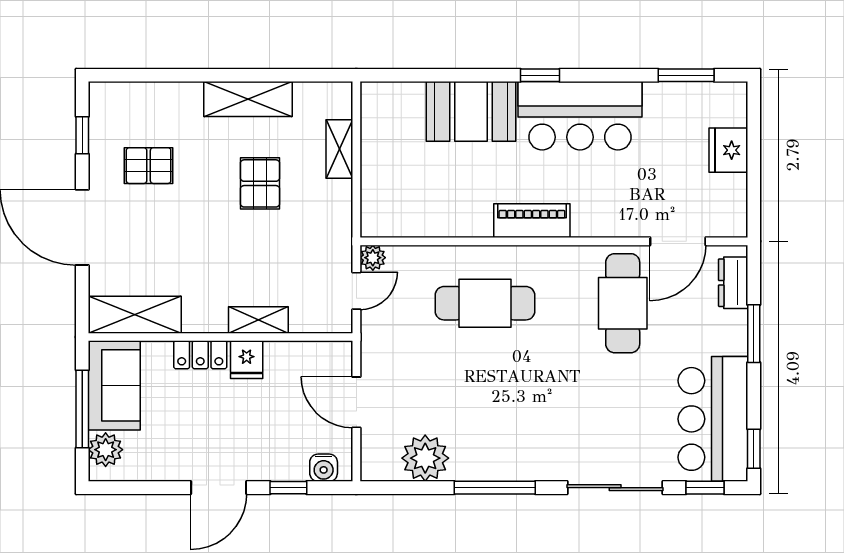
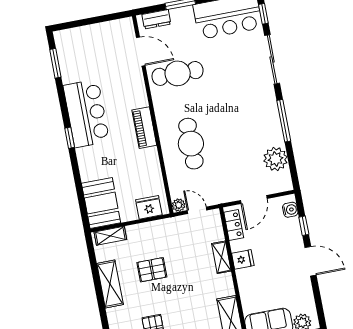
booth: (471, 111) -> (101, 203), moved
shelving: (339, 149) -> (110, 236), moved
fridge: (728, 150) -> (149, 207), moved, turned 180
locker: (200, 355) -> (234, 225), moved

